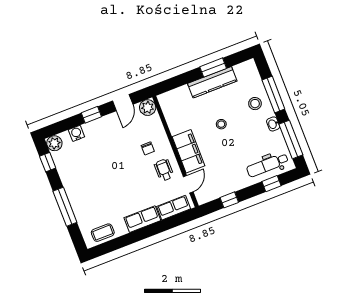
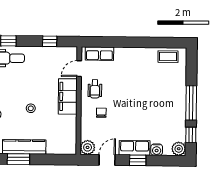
window: (65, 207) -> (191, 103), moved
row of seats: (142, 219) -> (135, 148), moved, turned 180

